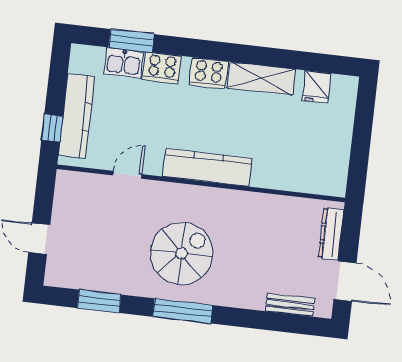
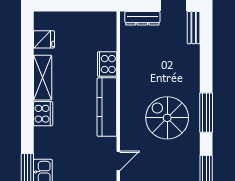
cooker: (162, 68) -> (107, 64), moved, turned 180
door: (127, 175) -> (118, 161), swing flipped
bench: (290, 305) -> (194, 28), moved

